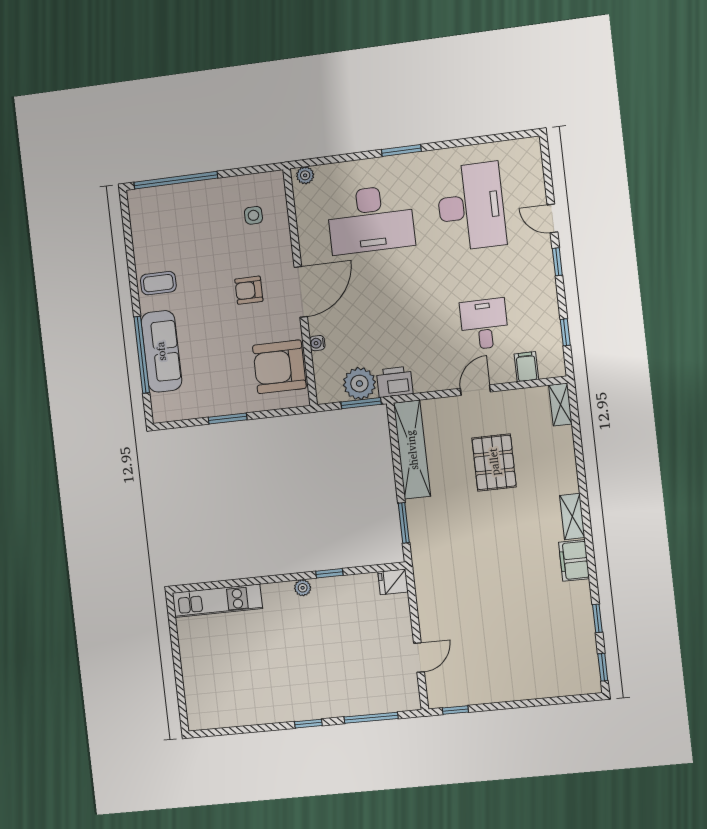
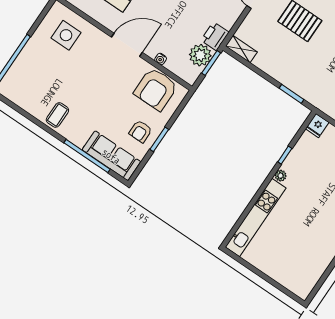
side table: (253, 215) -> (66, 35), width x1.87, depth x1.87
armchair: (249, 290) -> (140, 131), moved
door: (301, 292) -> (127, 45), hinge flipped
sofa: (161, 351) -> (111, 156), moved
shelving: (412, 450) -> (241, 49), width x0.45, depth x0.75
kitchen unit: (217, 601) -> (256, 217), width x1.36

